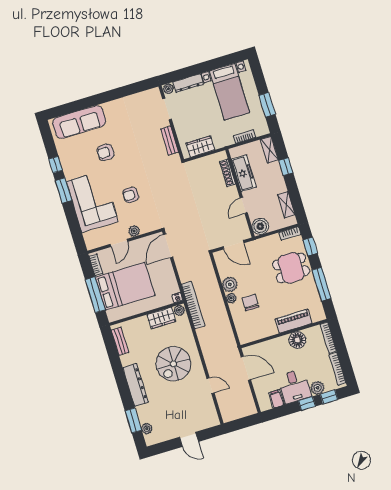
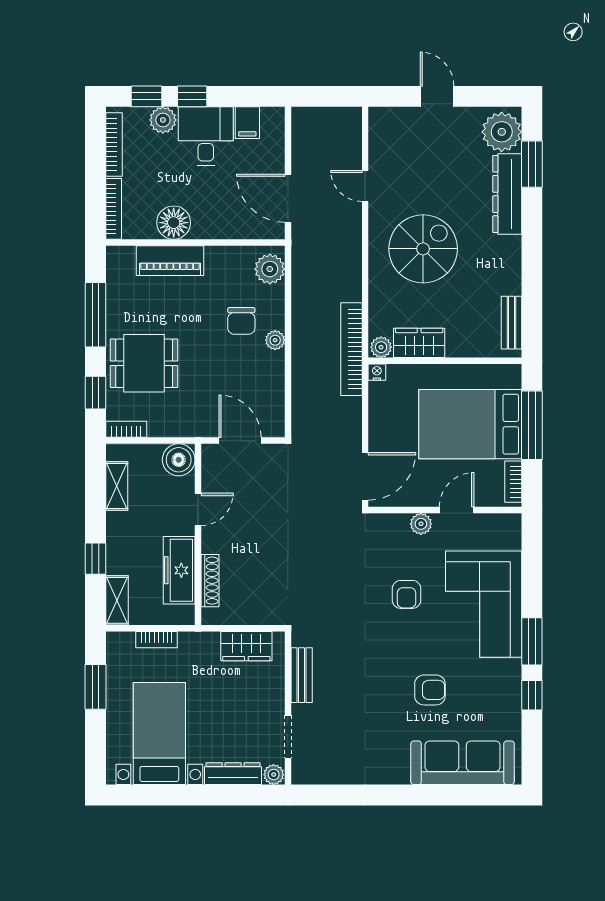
armchair: (131, 195) -> (407, 594), turned 90
plant: (230, 284) -> (270, 269), moved
dresser: (136, 385) -> (507, 194), moved
plant: (147, 429) -> (502, 132), width x1.87, depth x1.87

